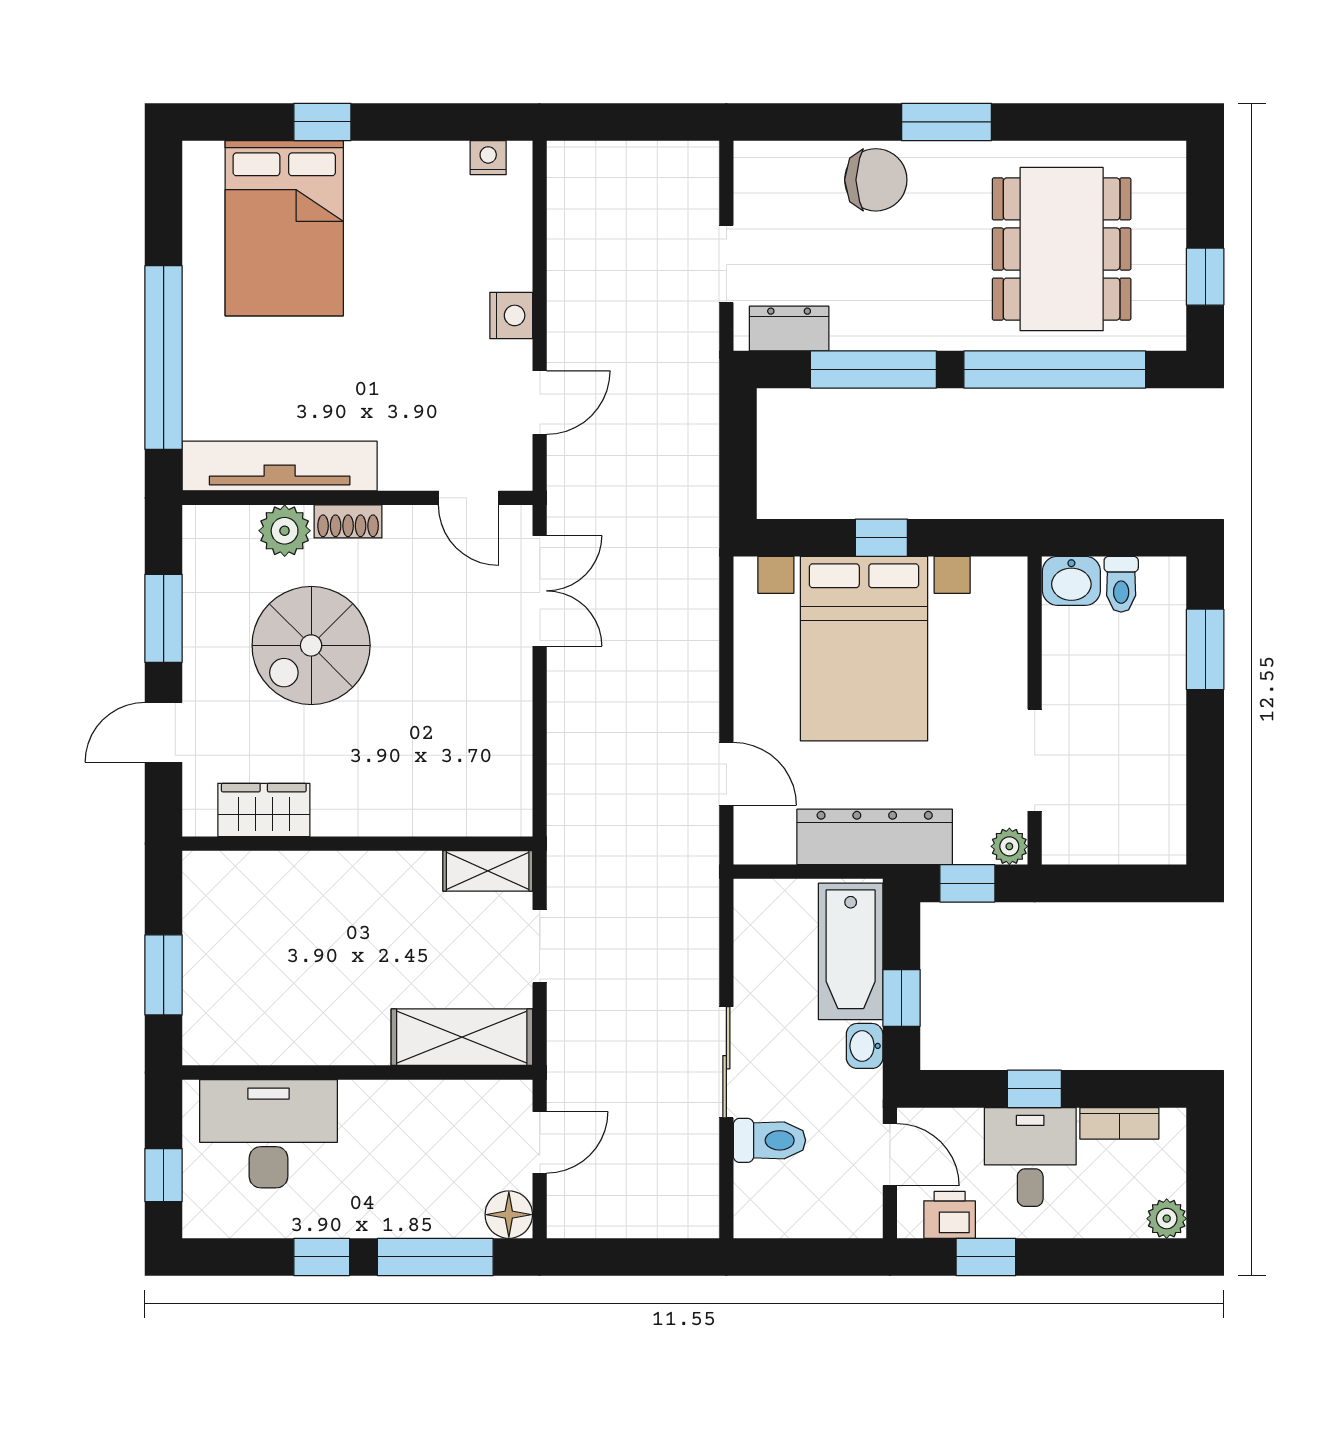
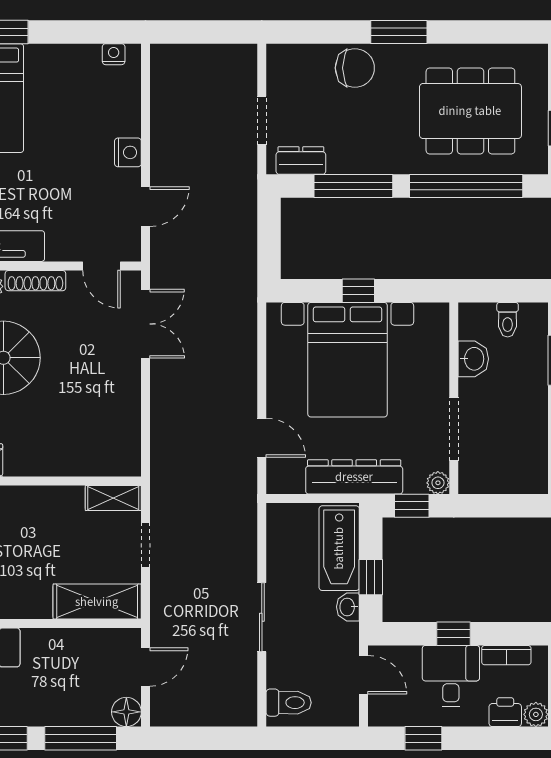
dining table: (1062, 249) -> (470, 111), turned 90
shoe rack: (348, 521) -> (35, 281), width x1.43
washbasin: (1071, 581) -> (473, 359), moved, turned -90
toilet: (770, 1140) -> (289, 703), moved
printer: (950, 1215) -> (505, 712), moved

